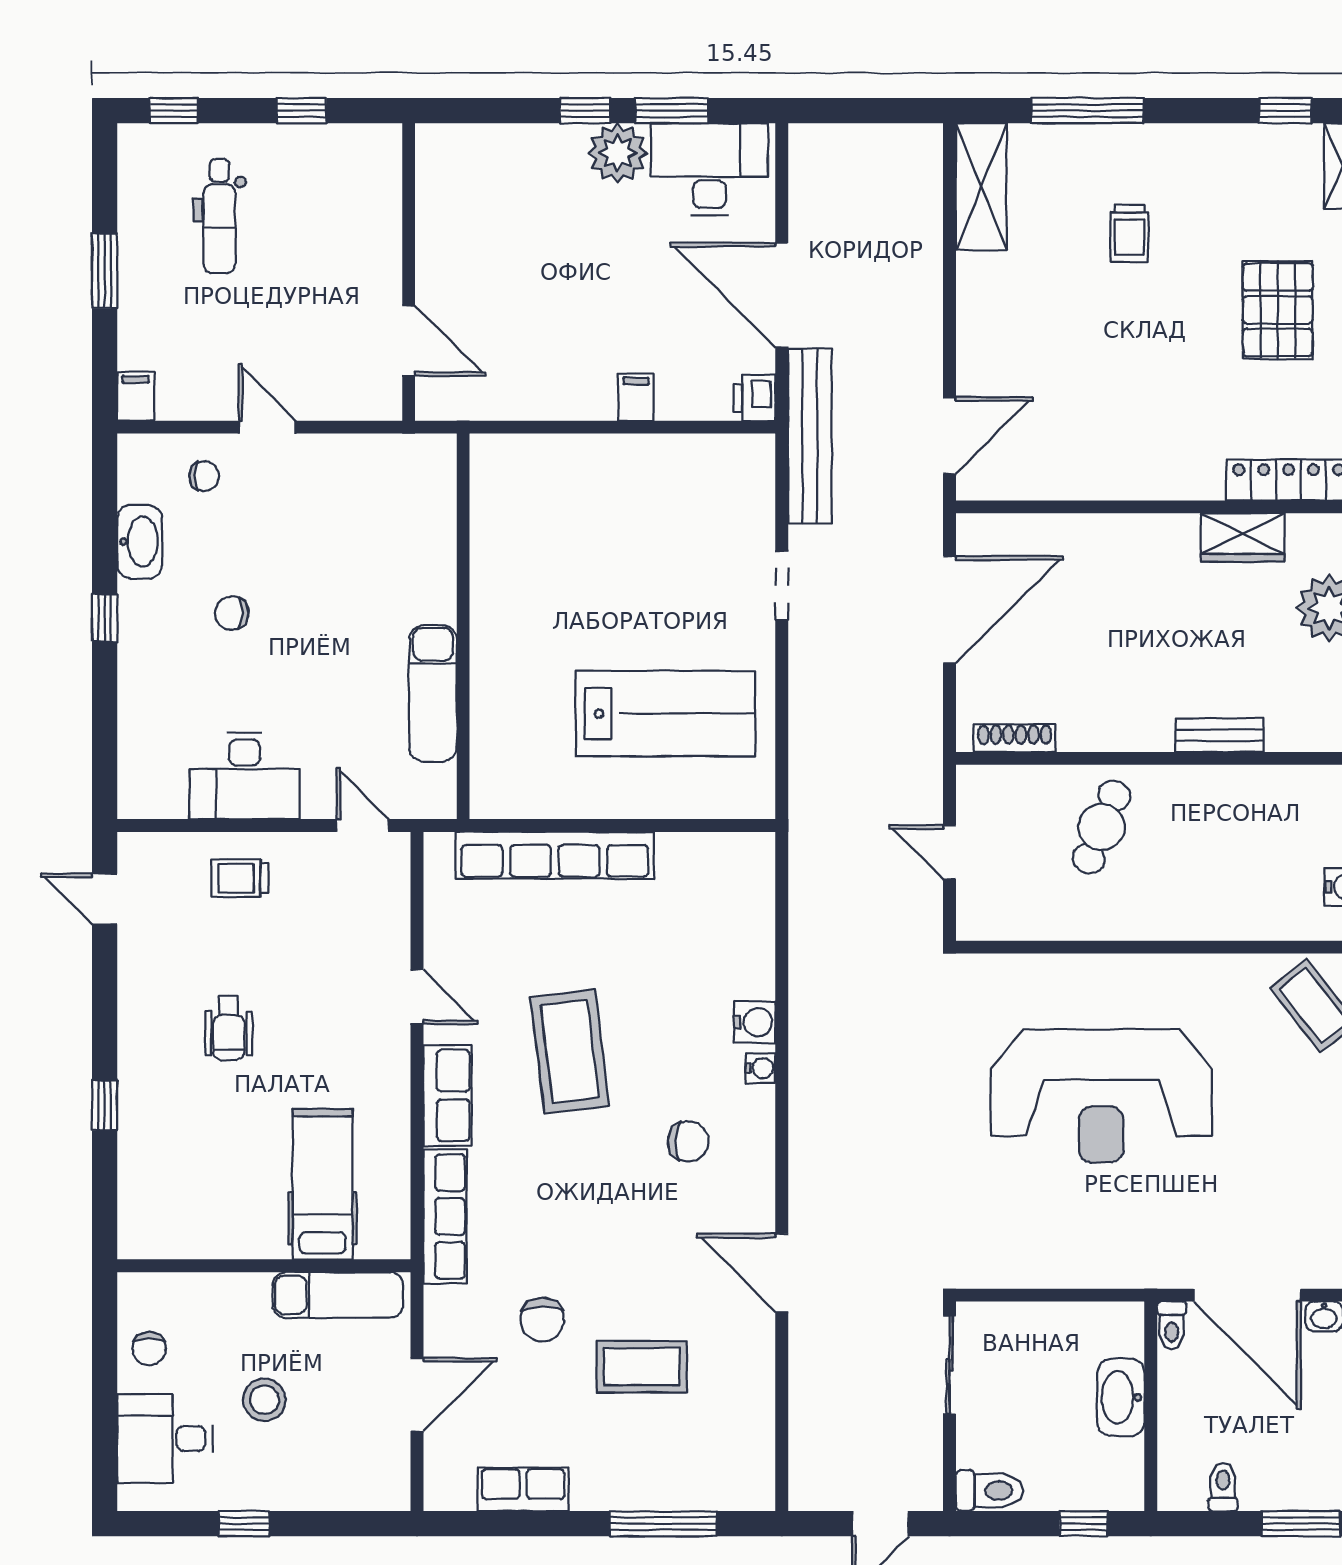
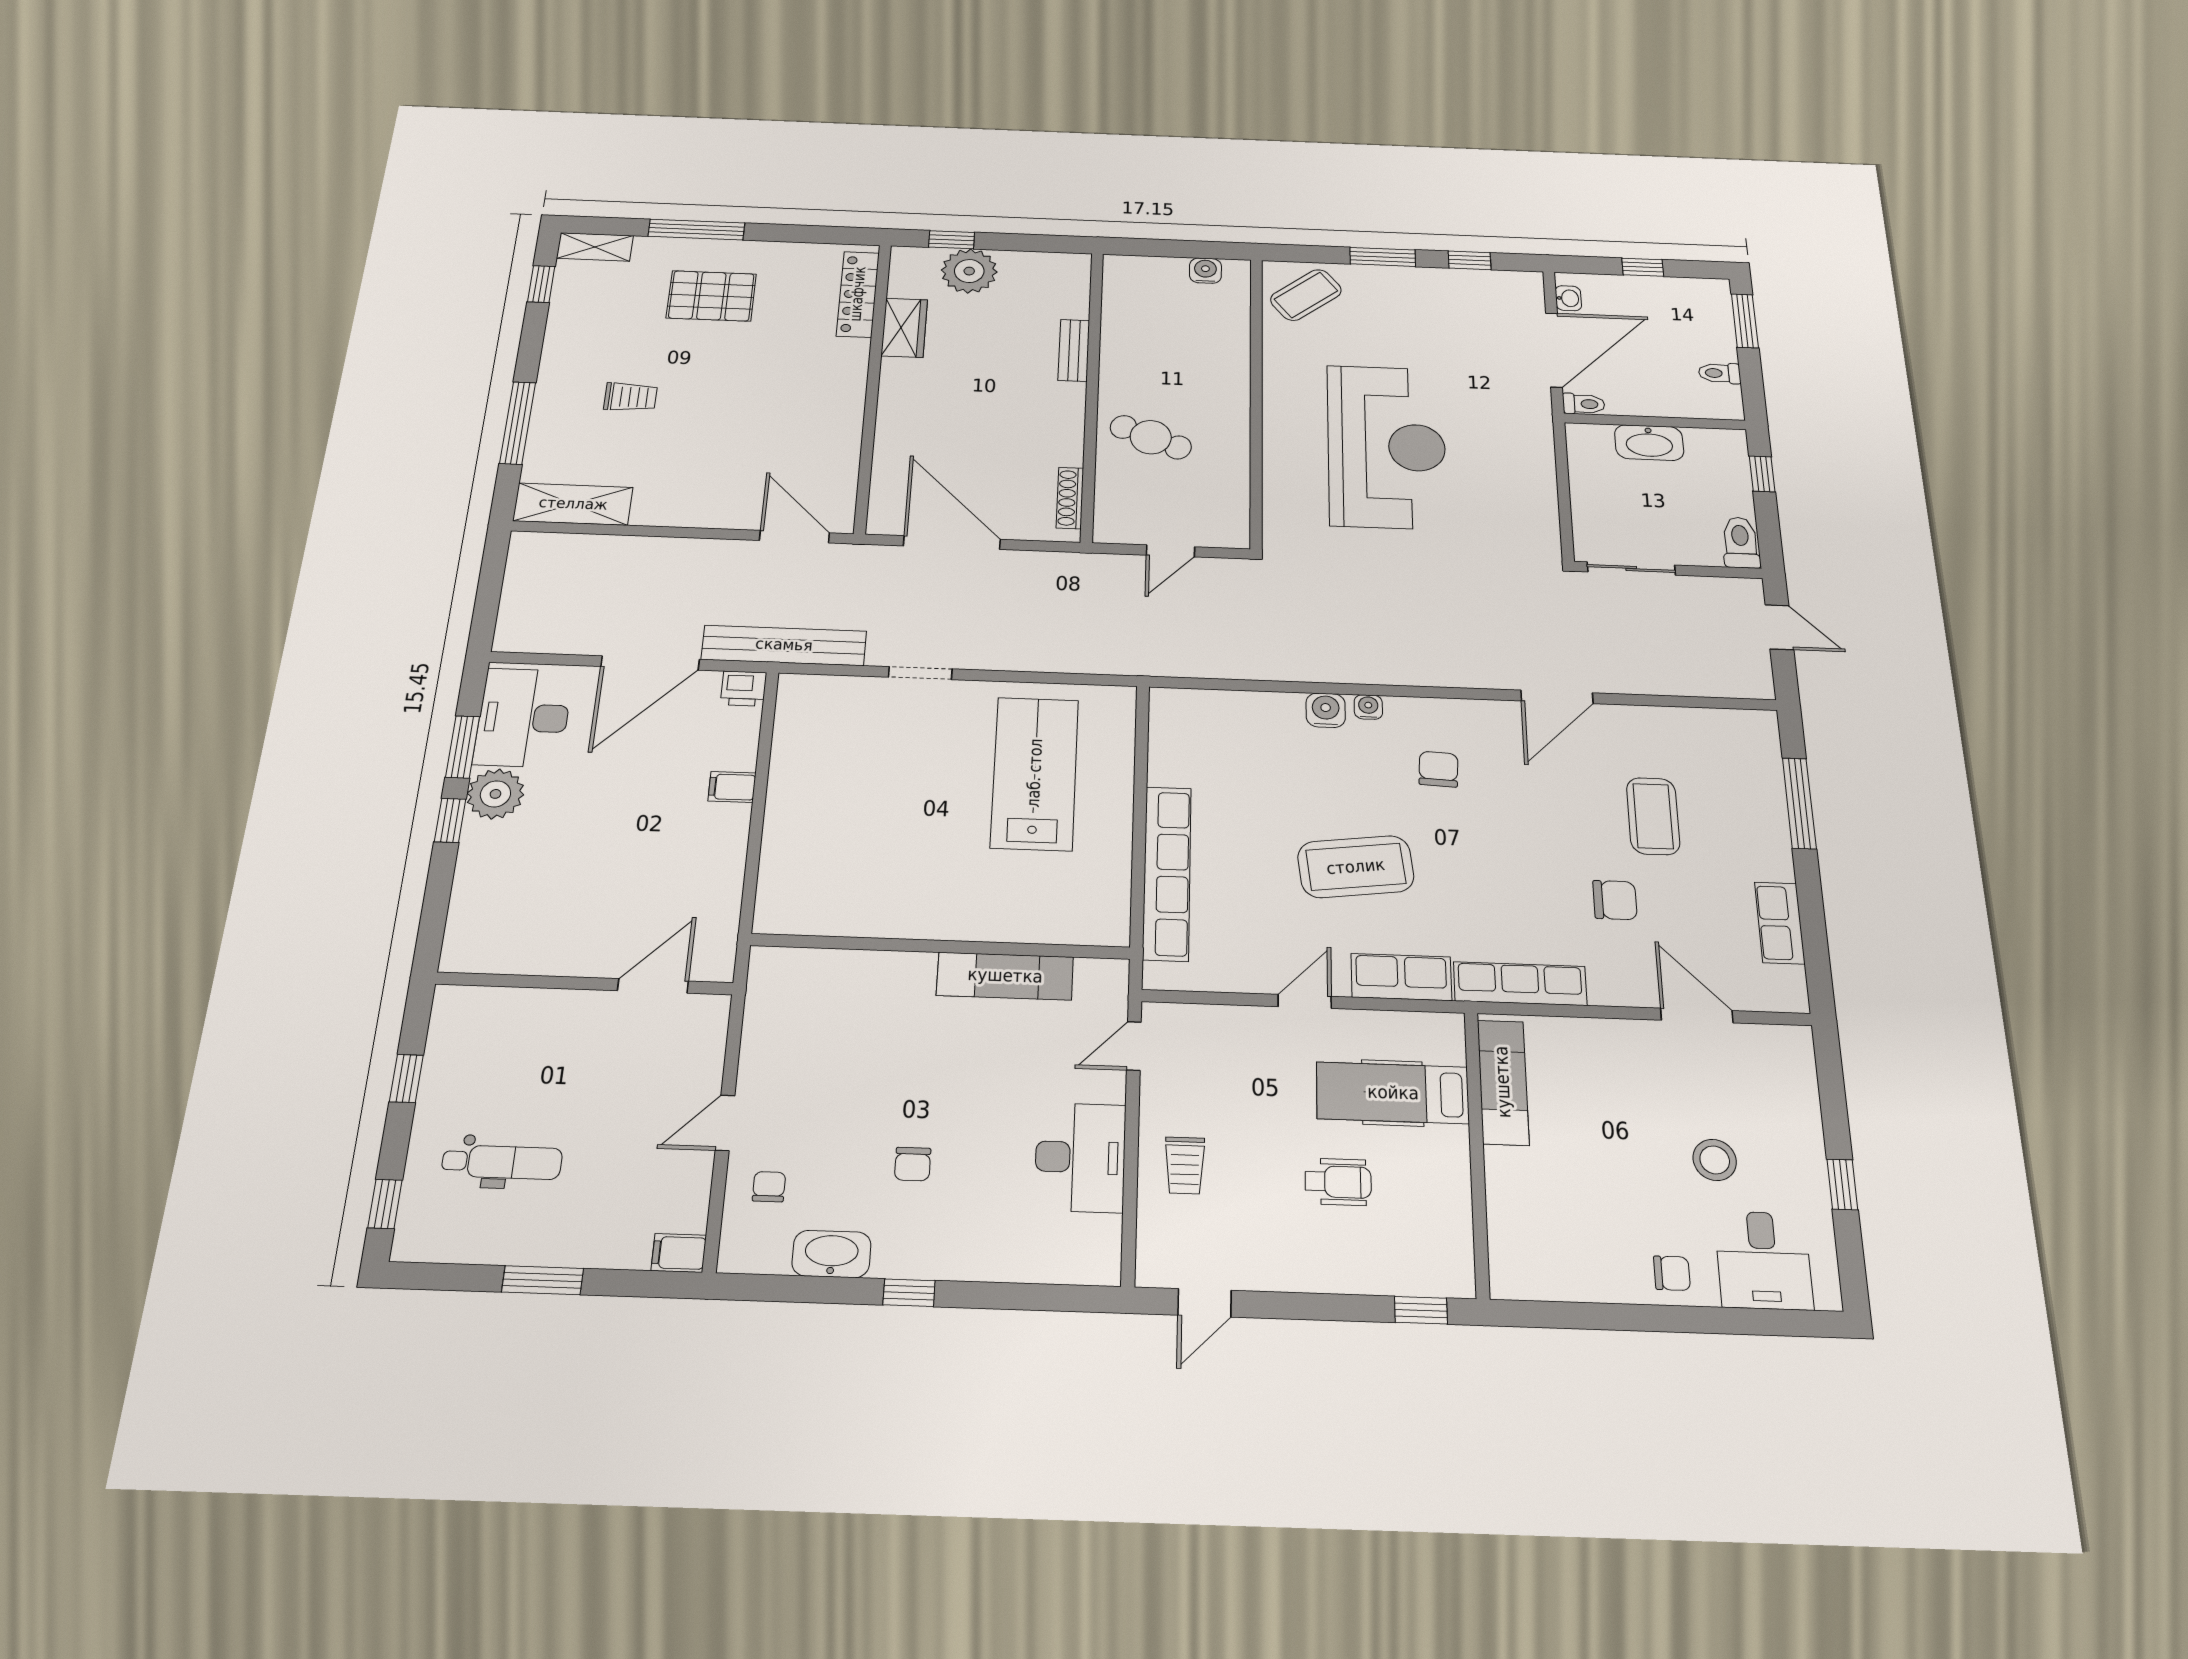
hospital bed: (323, 1184) -> (1393, 1093), moved
wall: (264, 1266) -> (1477, 1152), moved
exam couch: (338, 1295) -> (1503, 1082), moved

